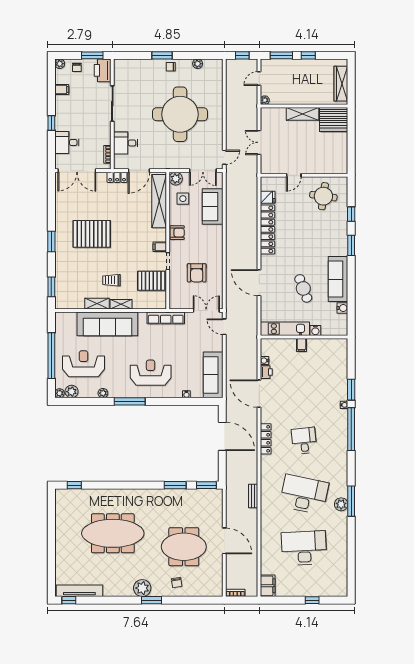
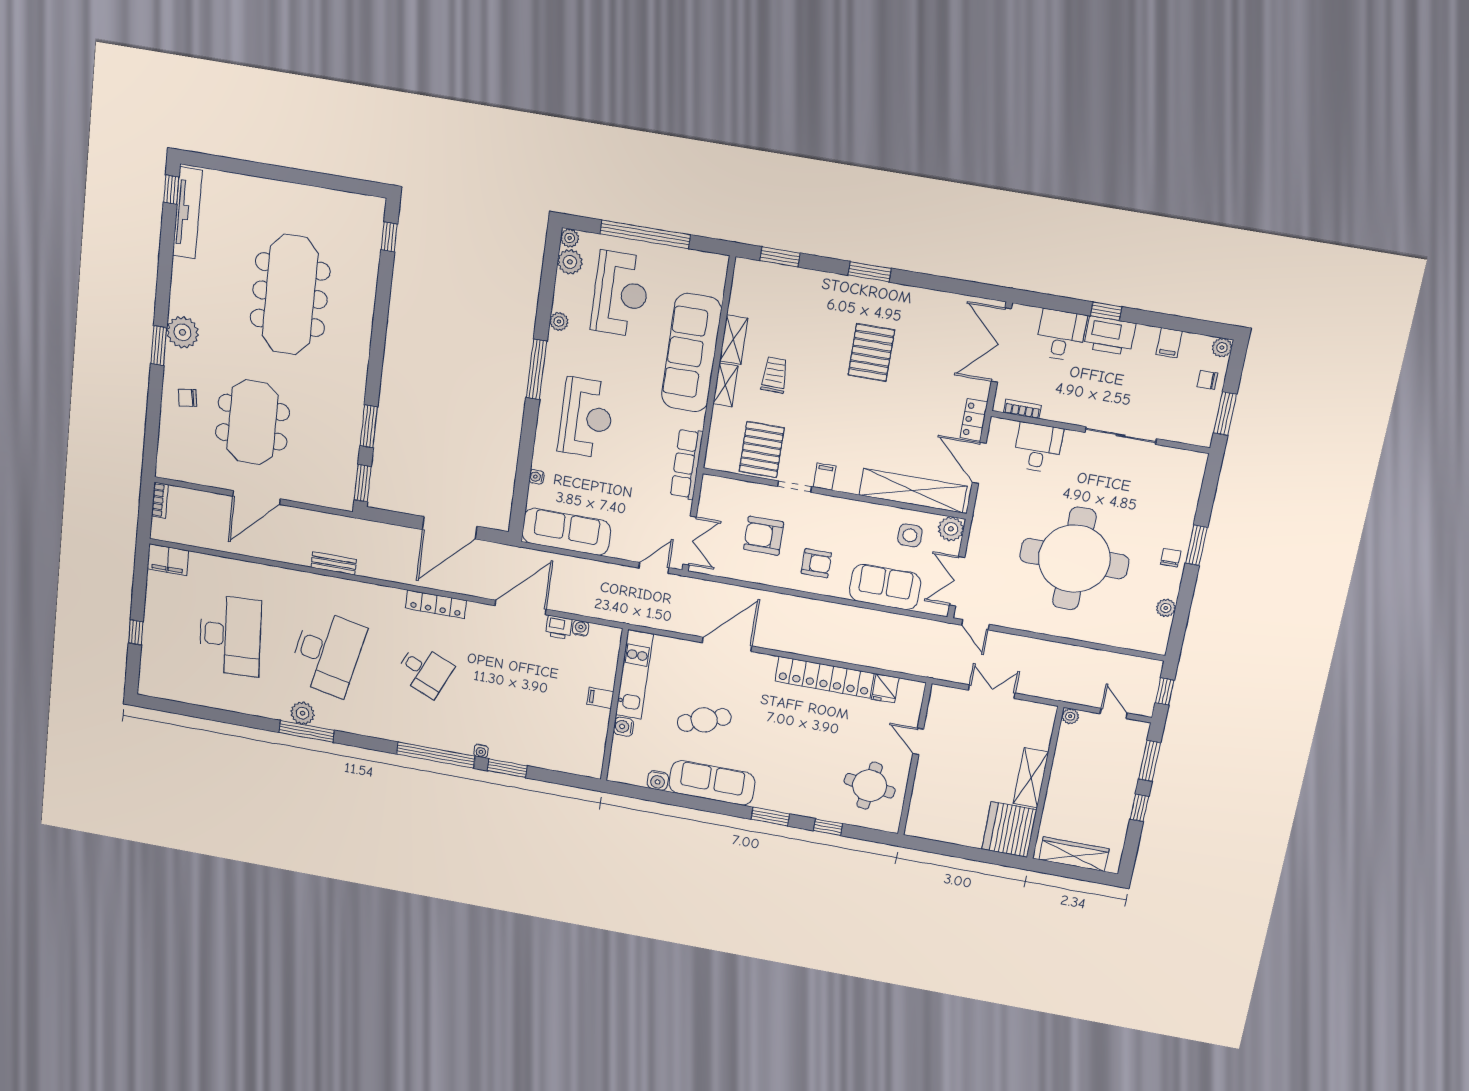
printer: (103, 70) -> (1110, 336), moved, turned 180
armchair: (177, 233) -> (816, 563), moved, turned -90
pallet: (92, 234) -> (871, 353), width x0.73, depth x0.71
desk: (304, 441) -> (425, 671), turned 30

